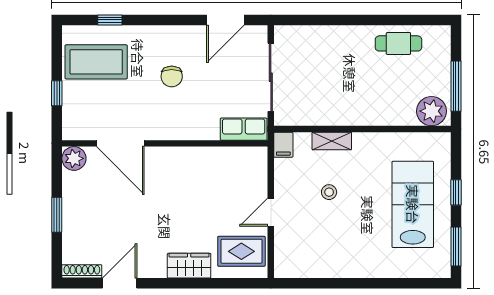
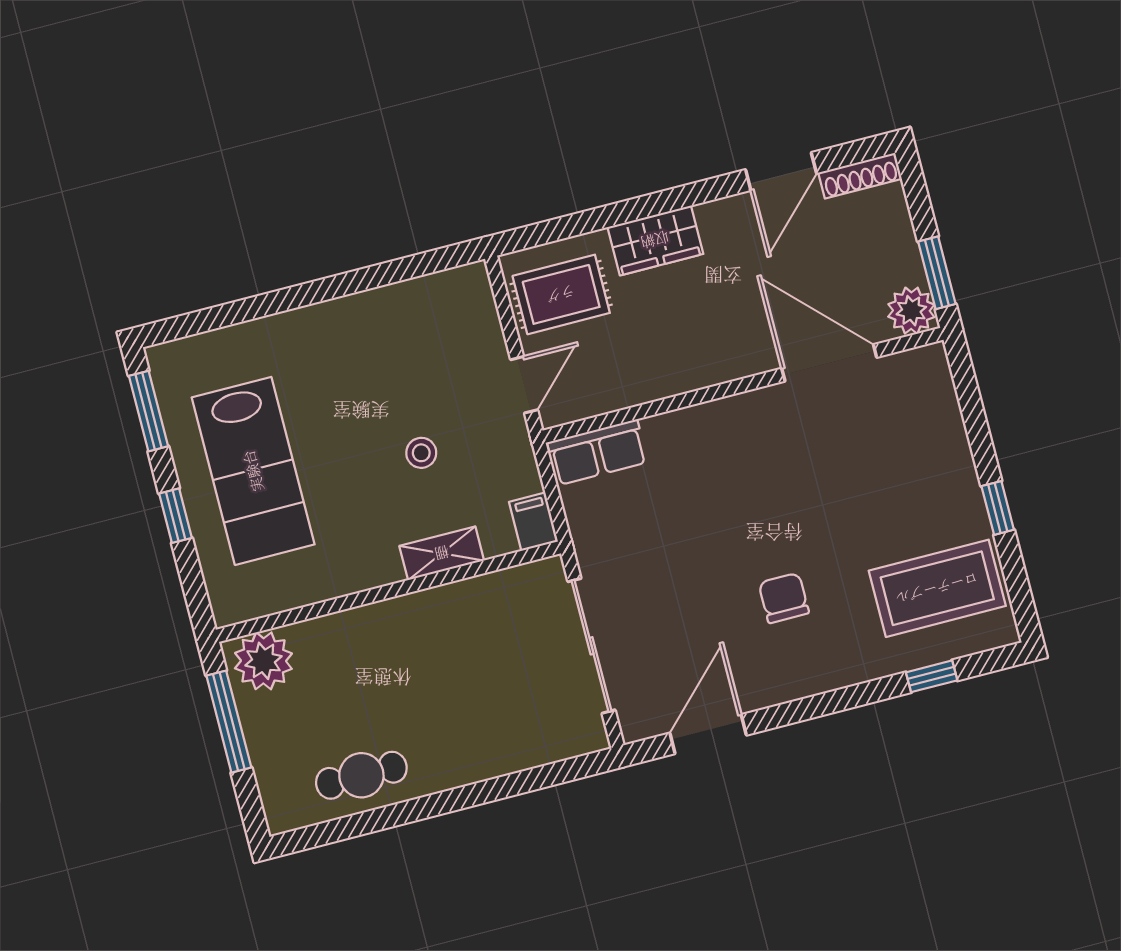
row of seats: (244, 129) -> (598, 452), moved
door: (120, 143) -> (829, 363), moved
wall: (165, 143) -> (743, 385), moved
plant: (74, 158) -> (911, 311), moved

